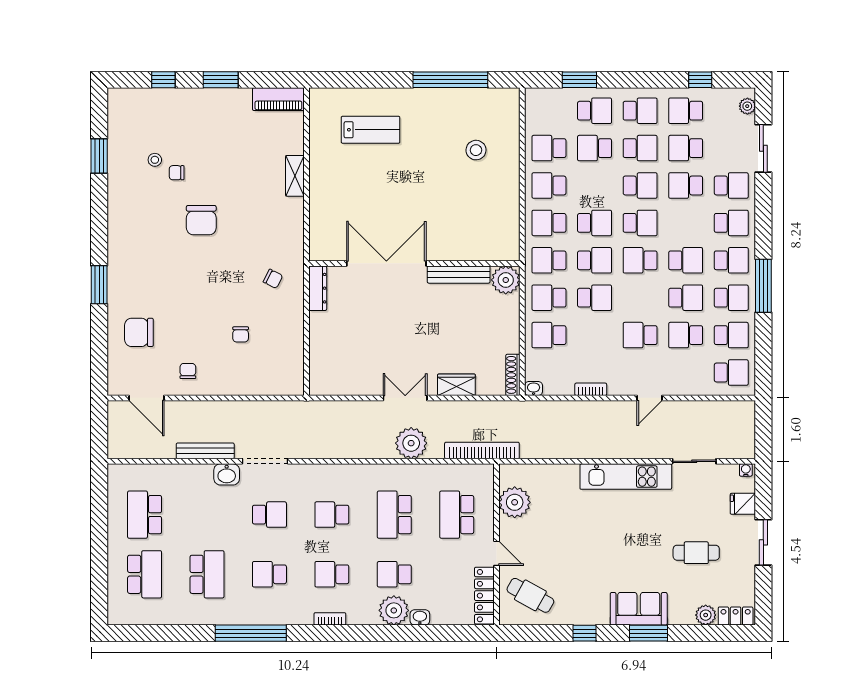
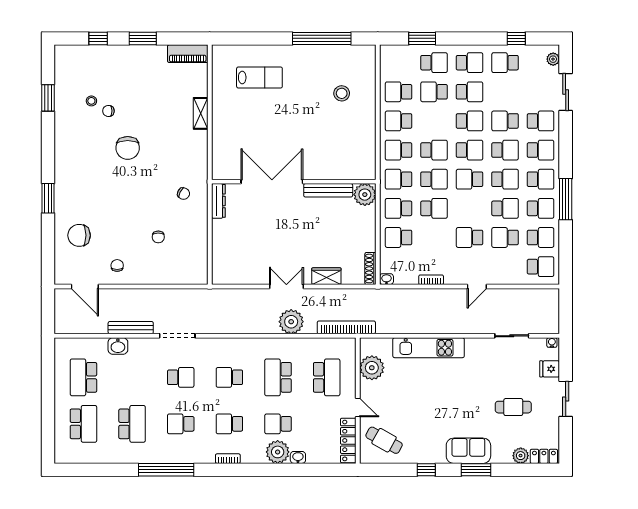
school desk: (686, 148) -> (505, 150), moved, turned 180
washbasin: (227, 474) -> (118, 346), moved
kitchen unit: (626, 477) -> (429, 348), moved
school desk: (457, 515) -> (327, 377), turned 180

